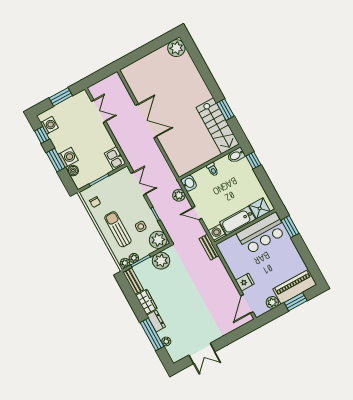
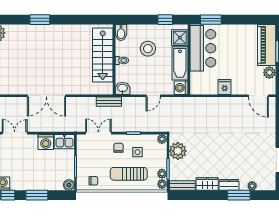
window: (225, 110) -> (40, 20), moved
double door: (146, 121) -> (46, 96), swing flipped
stairs: (218, 126) -> (103, 55), moved, turned 90
washing machine: (68, 157) -> (46, 142), moved, turned 180
window: (253, 160) -> (165, 20), moved
boiler: (73, 171) -> (69, 185), moved
stool: (235, 186) -> (148, 49), added
plant: (179, 195) -> (128, 103), removed
chair: (135, 208) -> (118, 148), added
plant: (158, 240) -> (162, 139), width x0.53, depth x0.53
bench: (209, 247) -> (109, 102), moved
fridge: (245, 282) -> (225, 87), moved
window: (152, 334) -> (239, 195), width x0.69

